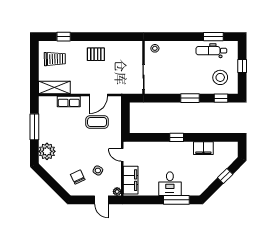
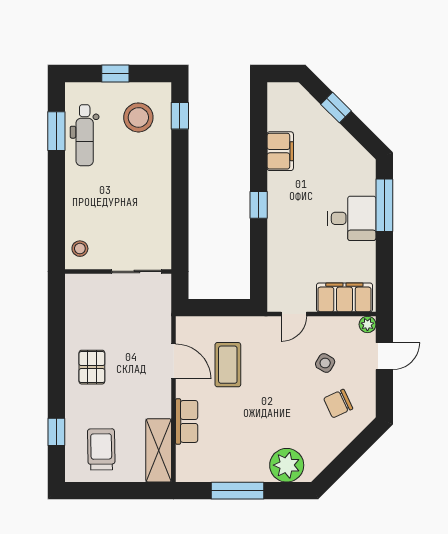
window: (190, 98) -> (180, 178), removed

